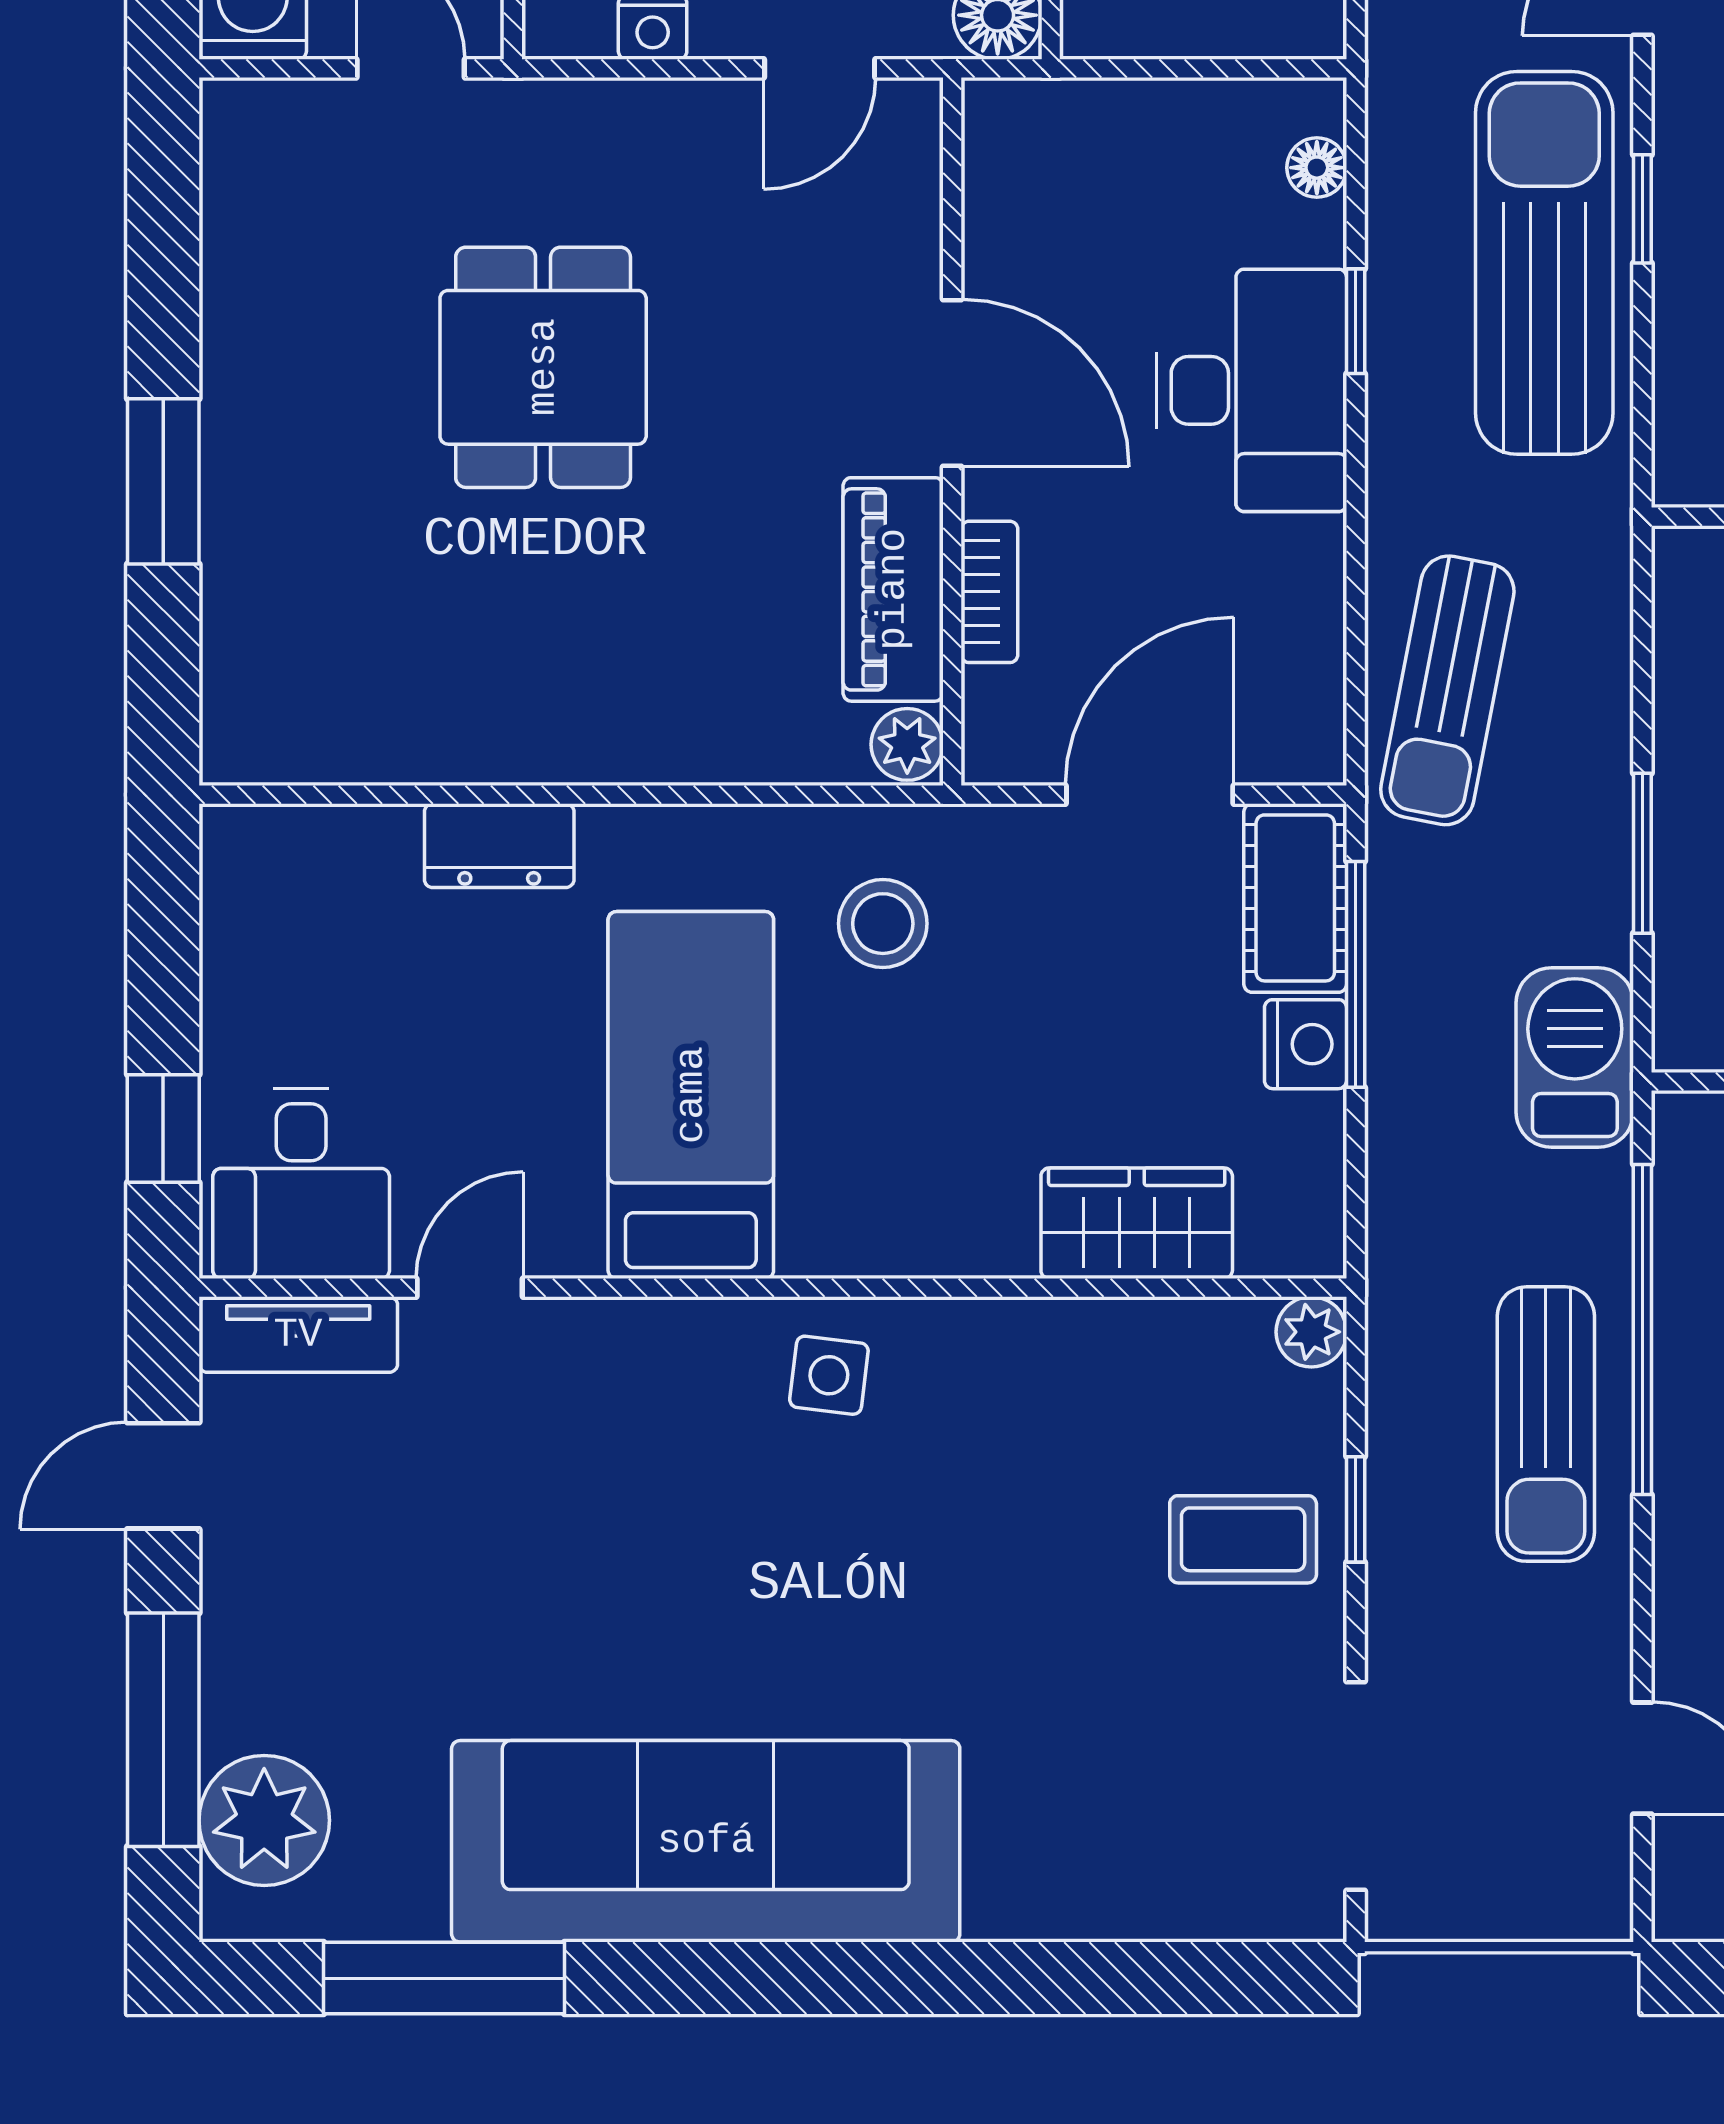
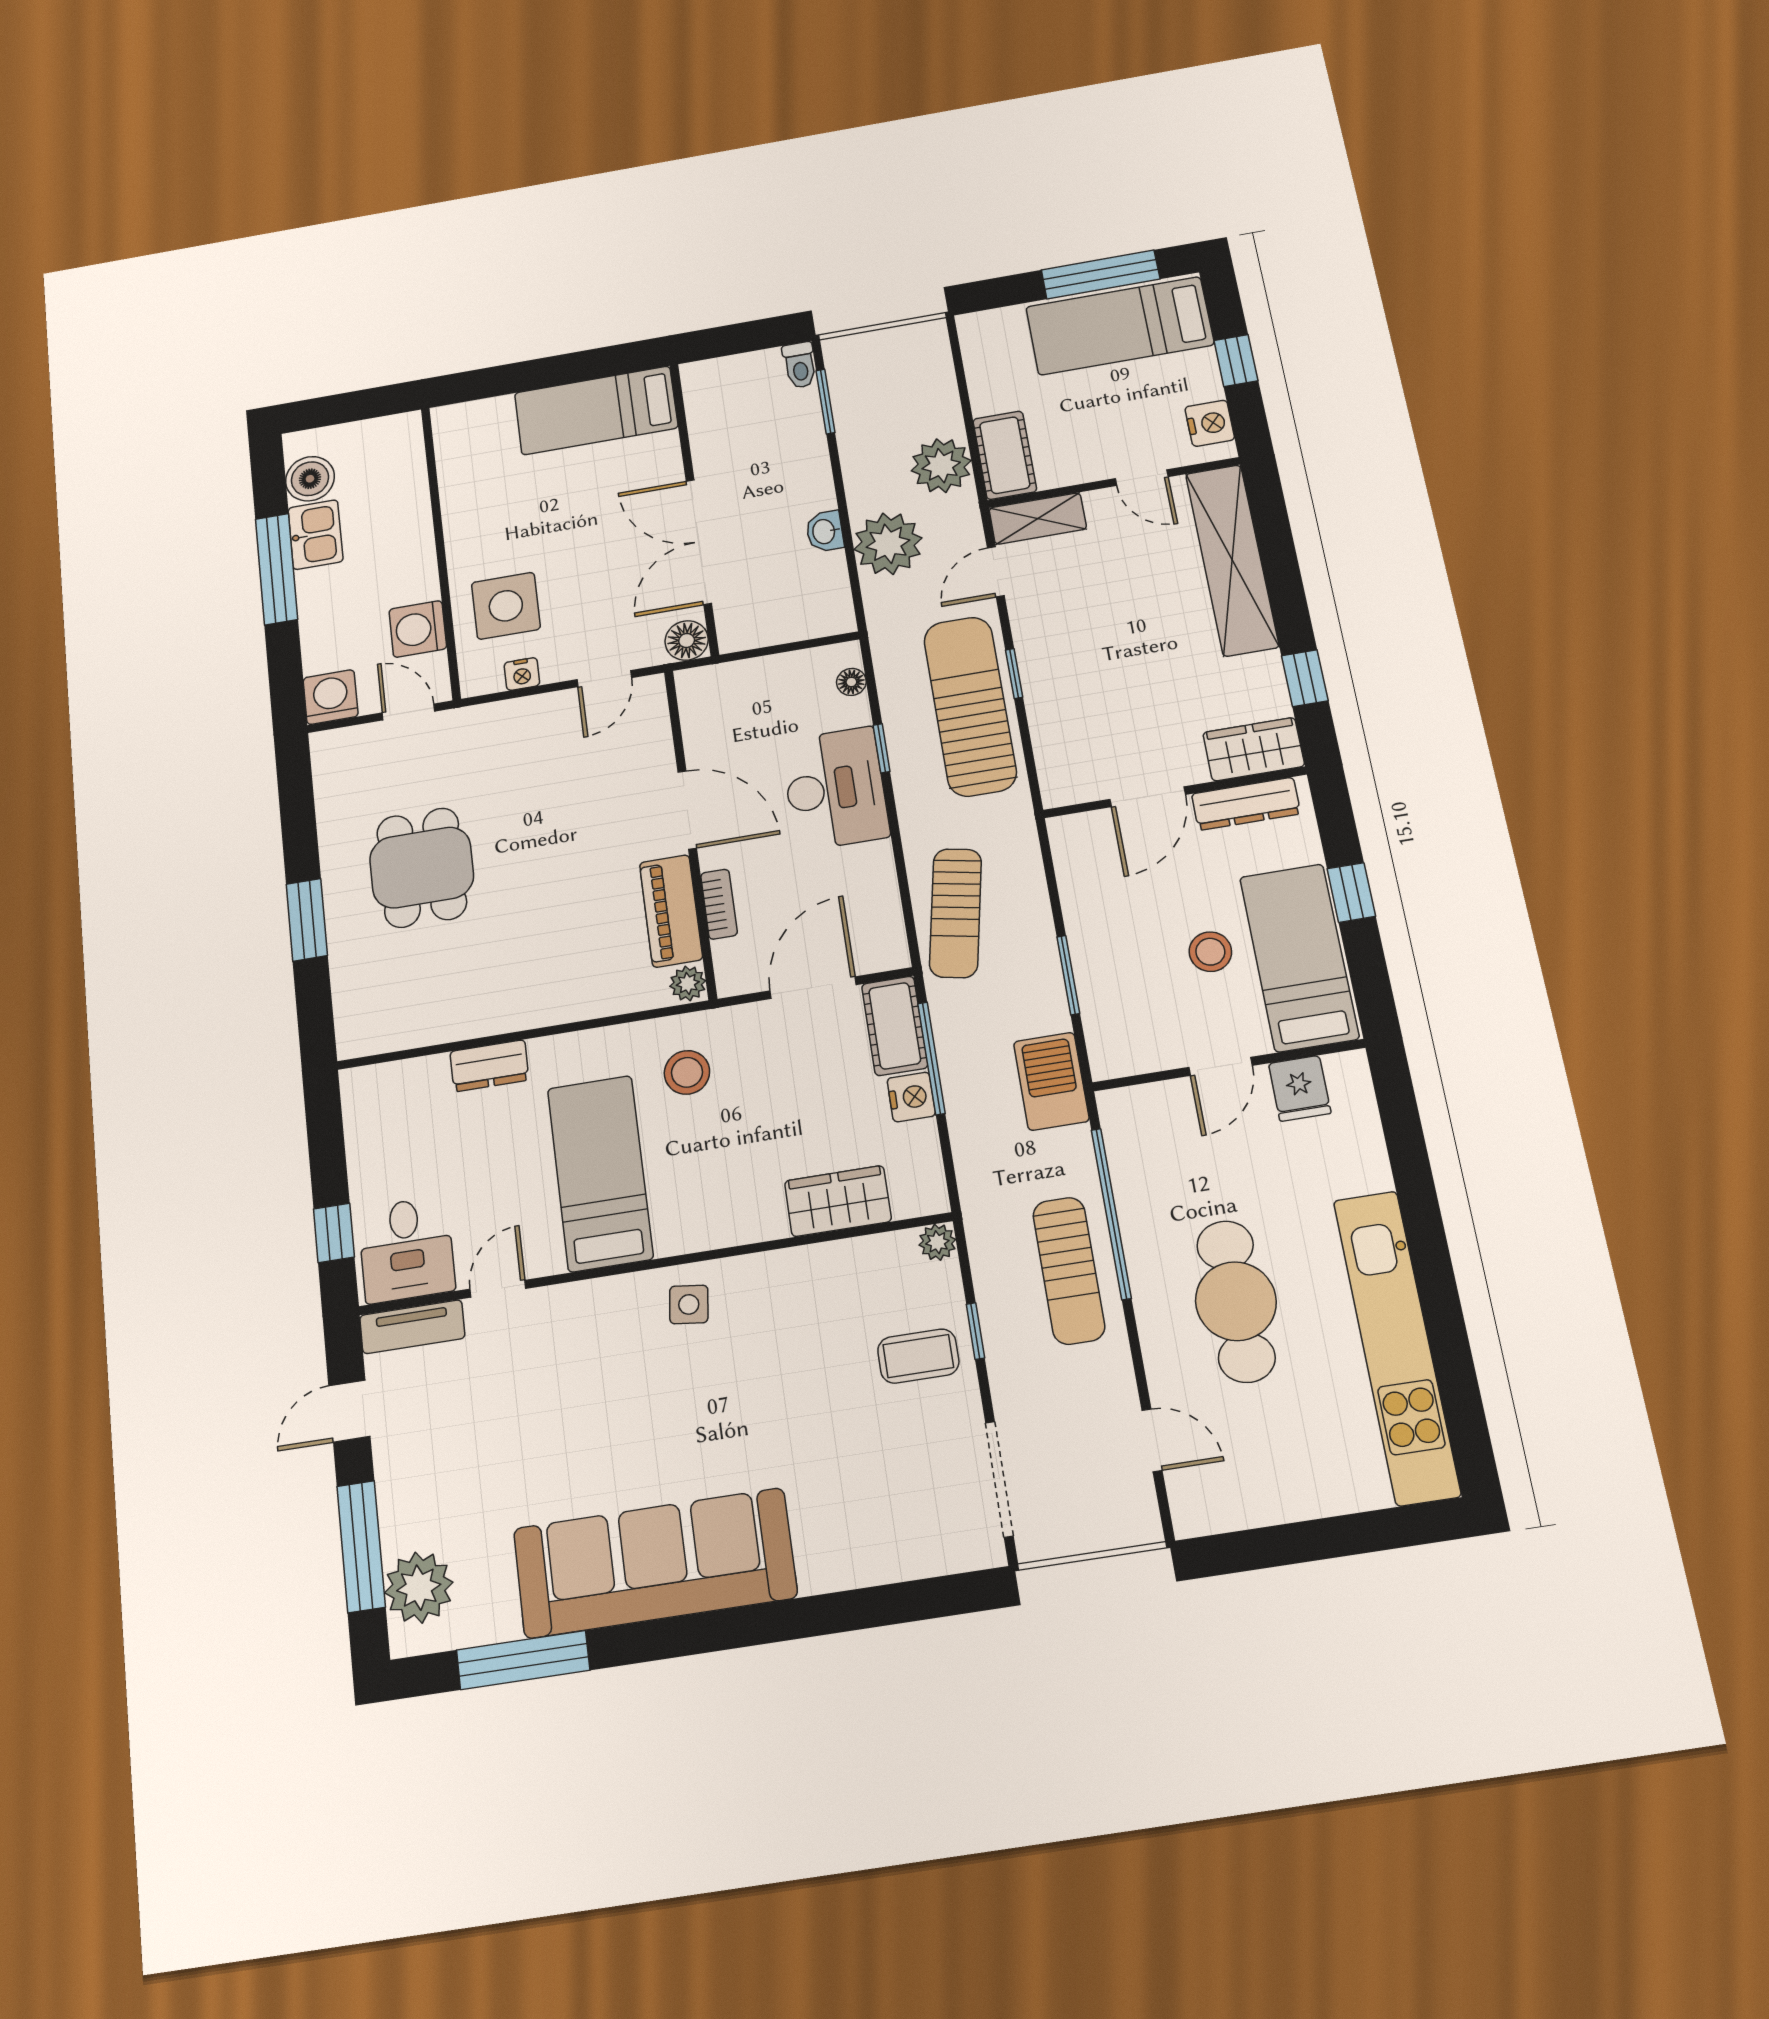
dining table: (543, 367) -> (422, 868), moved

